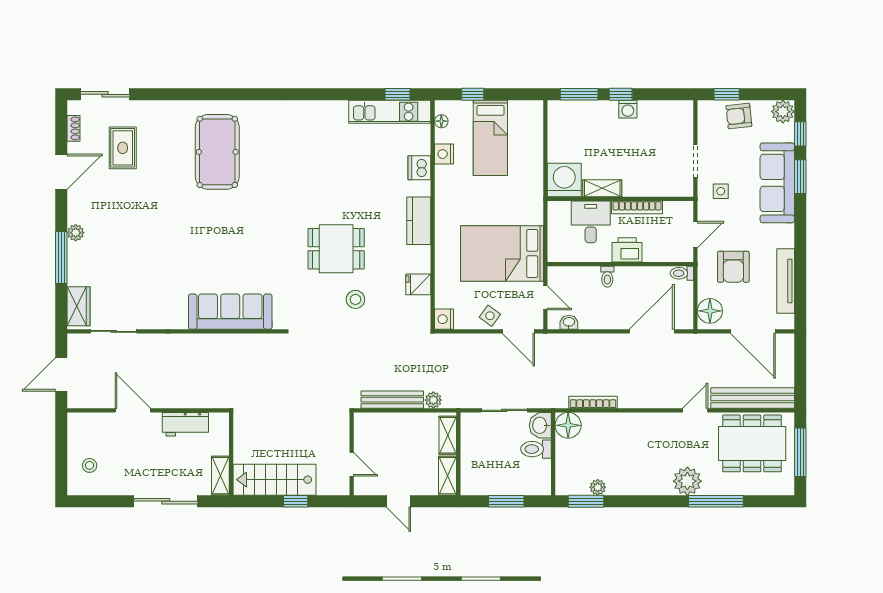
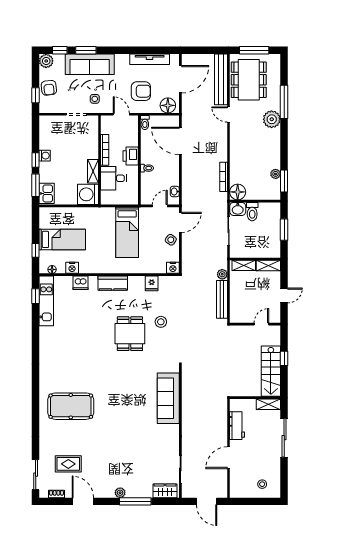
kitchen sink: (566, 112) -> (47, 193), added
bed: (502, 254) -> (127, 232), width x0.67

